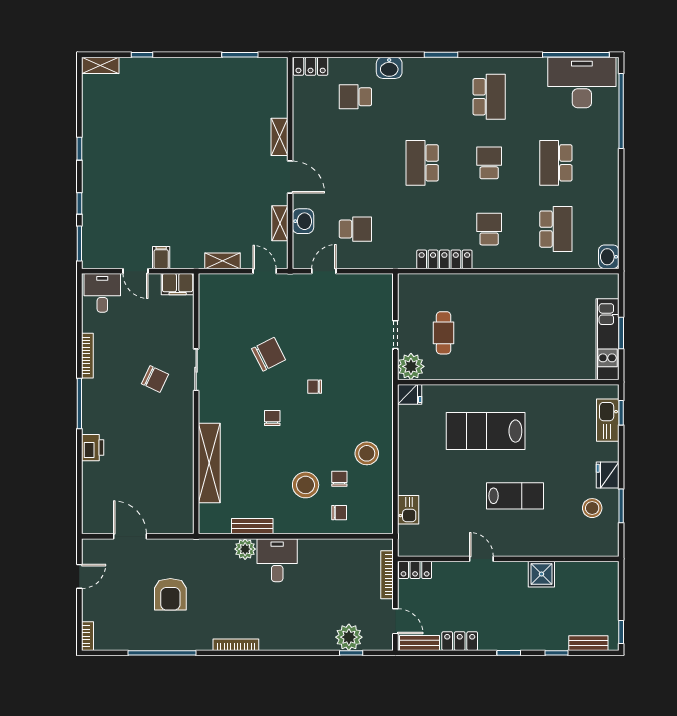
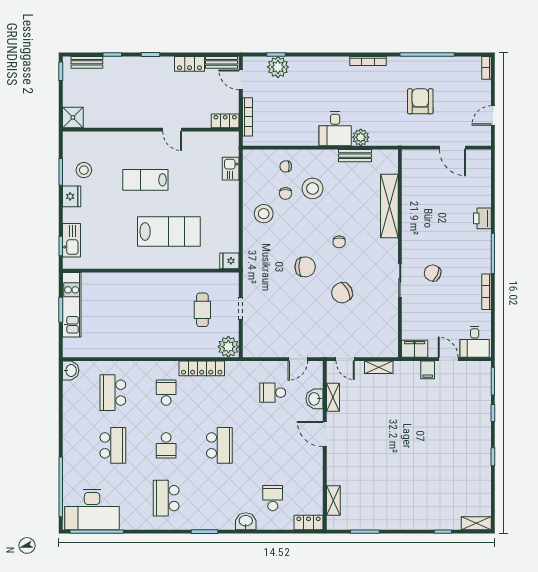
school desk: (355, 97) -> (273, 498), turned -90
shelving: (279, 137) -> (333, 500), moved
school desk: (489, 229) -> (166, 393), turned 180
plant: (411, 366) -> (228, 347), moved
chair: (315, 387) -> (305, 267), width x1.87, depth x1.87
shower: (541, 574) -> (73, 117), moved

